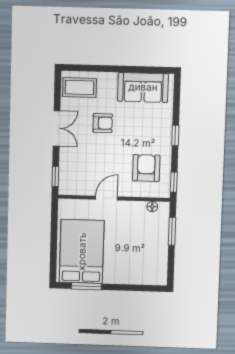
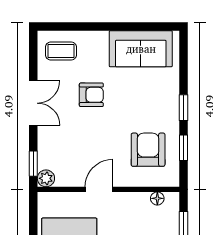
coffee table: (80, 87) -> (61, 51), width x0.73, depth x0.77
window: (174, 182) -> (183, 148), moved
plant: (65, 188) -> (46, 178), added

